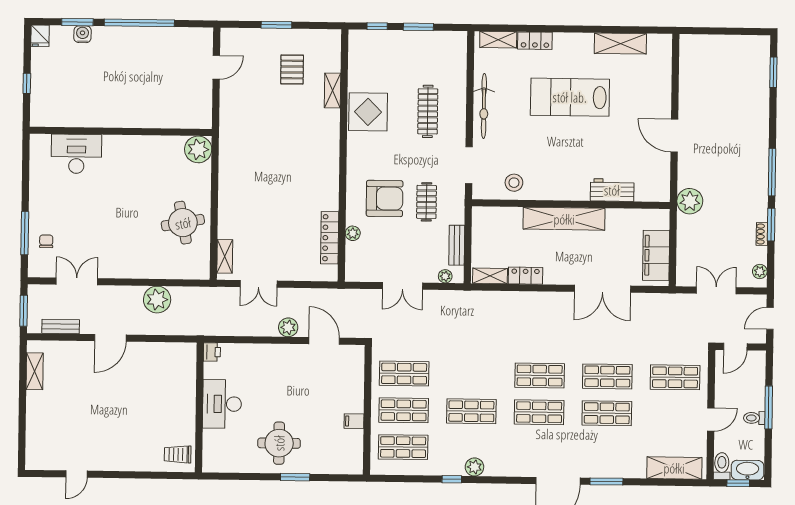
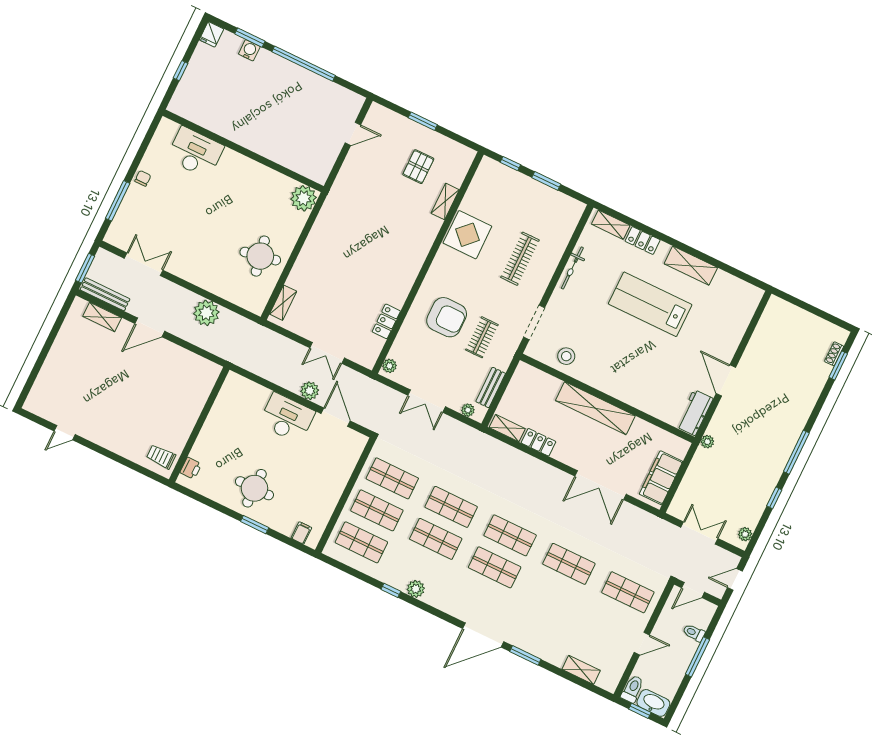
shelving: (620, 44) -> (691, 266), moved
bicycle: (484, 106) -> (572, 268), width x0.73, depth x0.71
workbench: (612, 190) -> (695, 413), moved, turned -90
plant: (690, 201) -> (707, 442), width x0.53, depth x0.53
window: (771, 225) -> (774, 498), width x0.67
plant: (353, 233) -> (389, 366), moved
shoe rack: (762, 234) -> (834, 354), moved
locker: (330, 238) -> (386, 321), width x0.66
chair: (46, 241) -> (143, 178), moved
double door: (259, 284) -> (327, 353), moved
bench: (61, 327) -> (105, 294), width x1.36
printer: (212, 352) -> (191, 468), moved
shelving: (35, 371) -> (102, 317), moved, turned 90
desk: (222, 404) -> (287, 418), moved, turned 90
shop shelf: (607, 413) -> (451, 507), moved
toilet: (754, 418) -> (694, 633), moved
filing cabinet: (354, 421) -> (301, 533), moved, turned 90
shelving: (674, 468) -> (581, 670), width x0.67, depth x0.75

